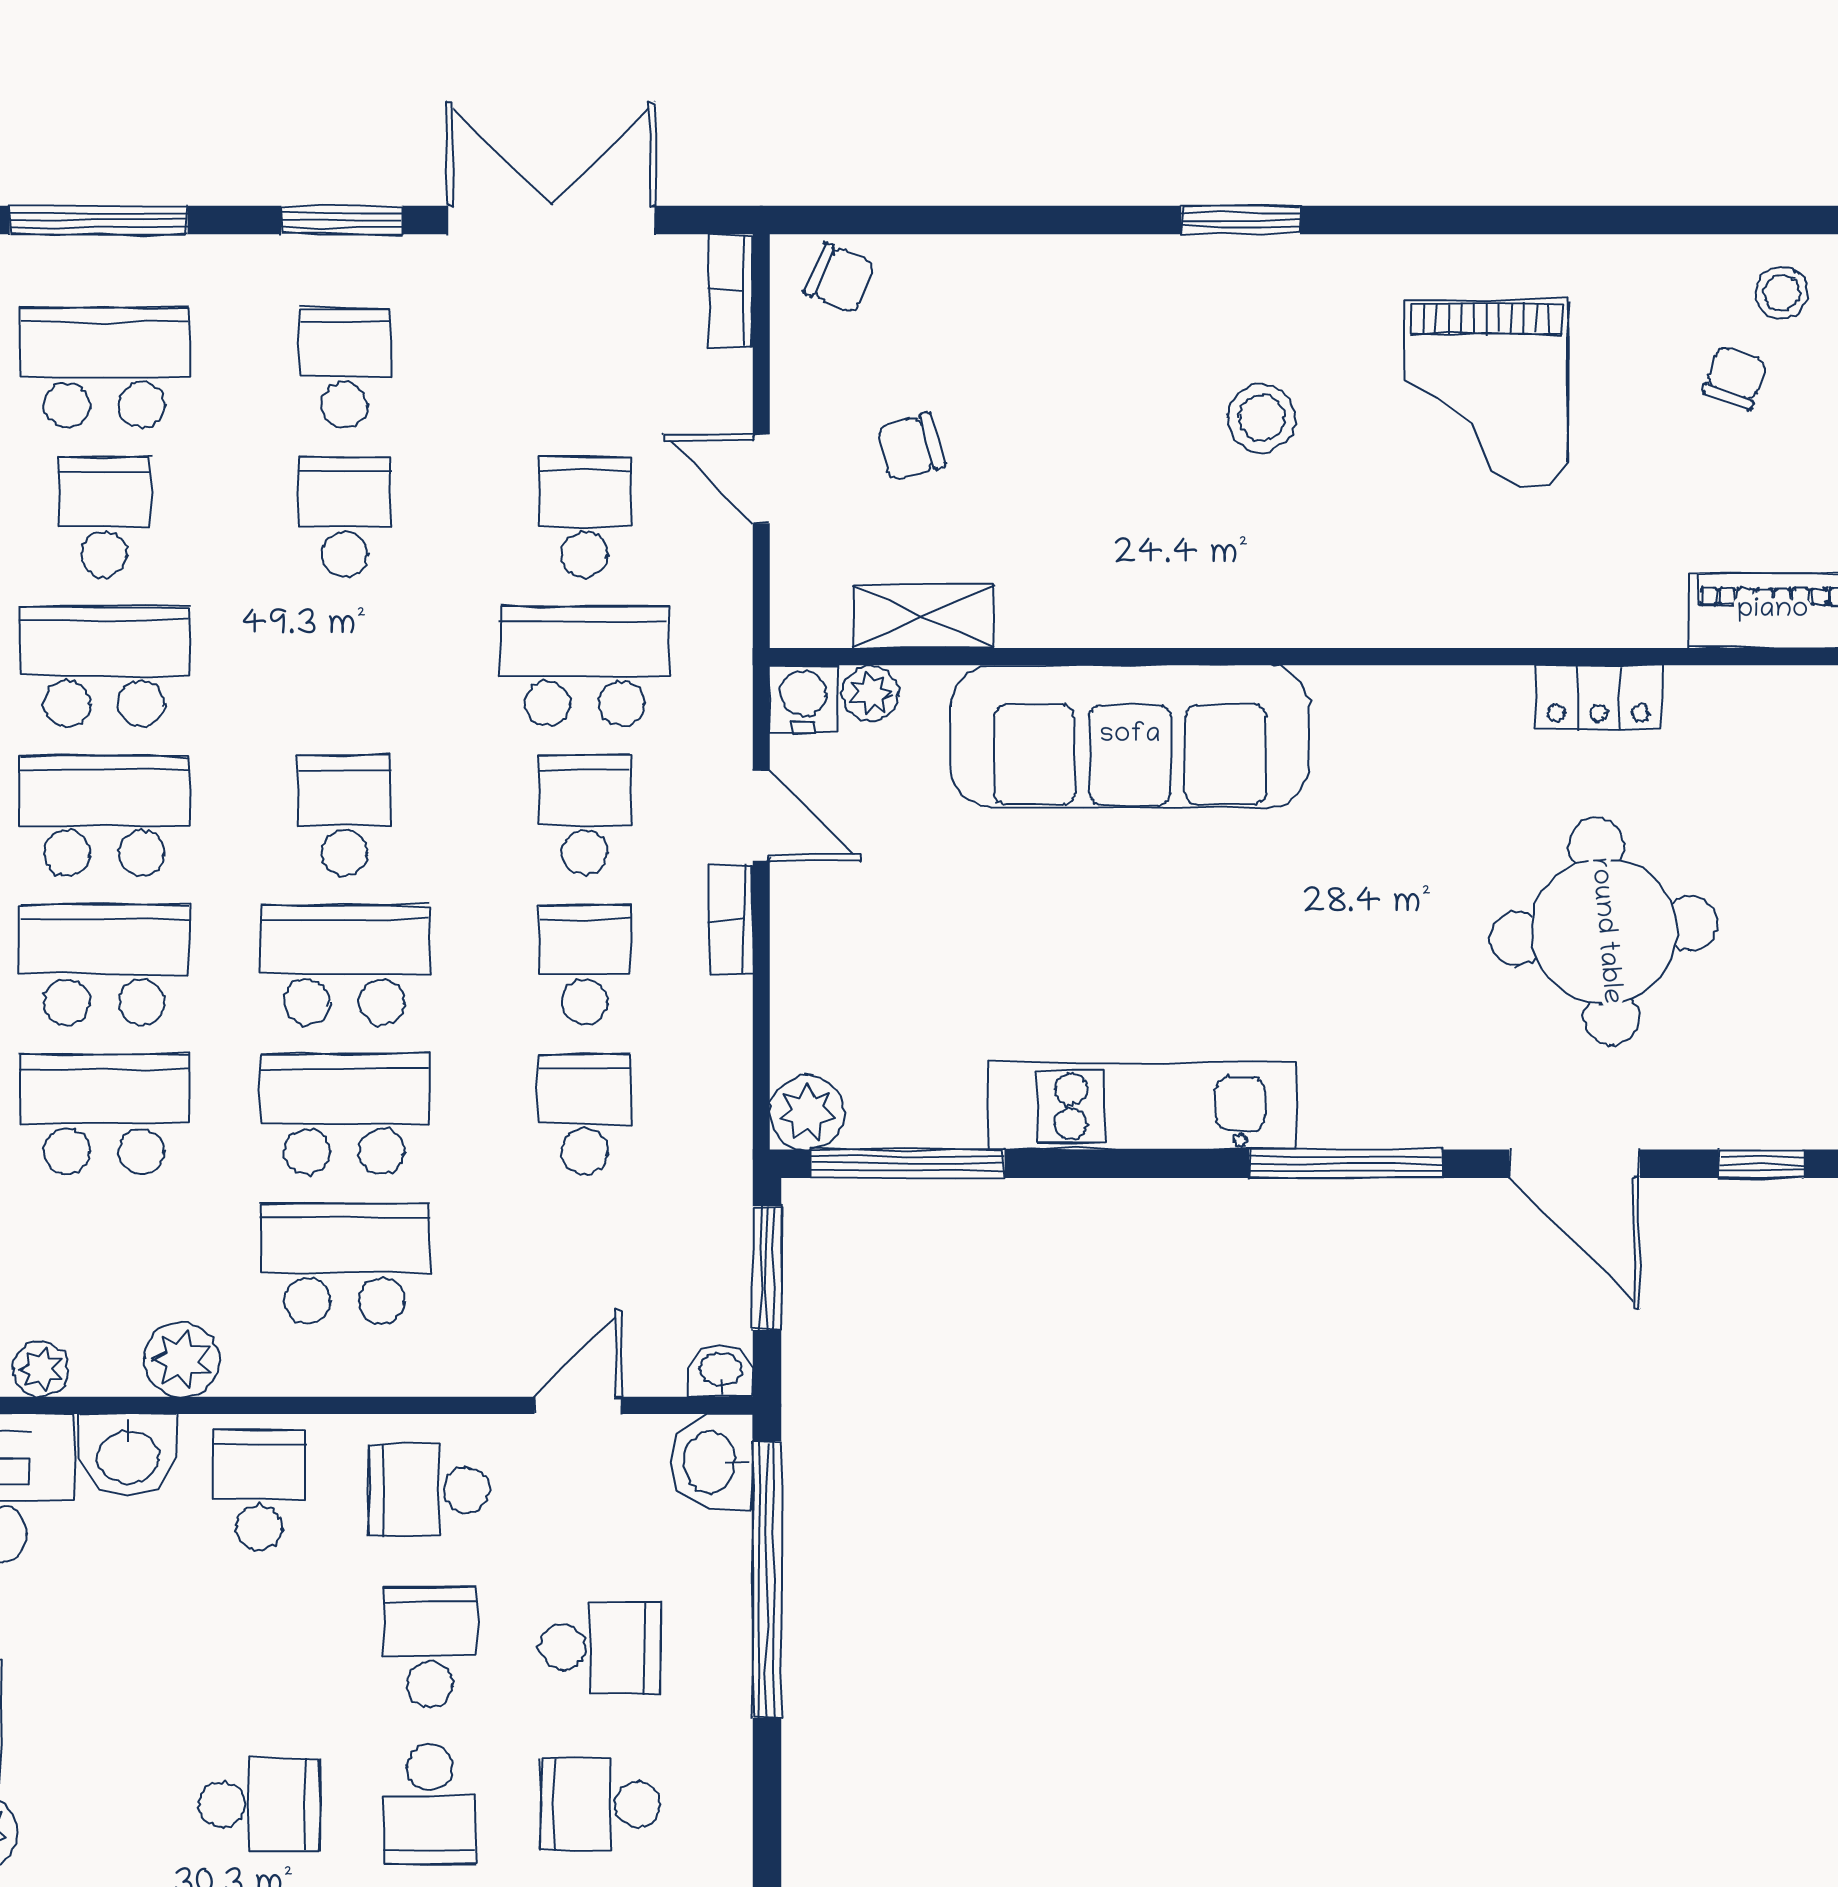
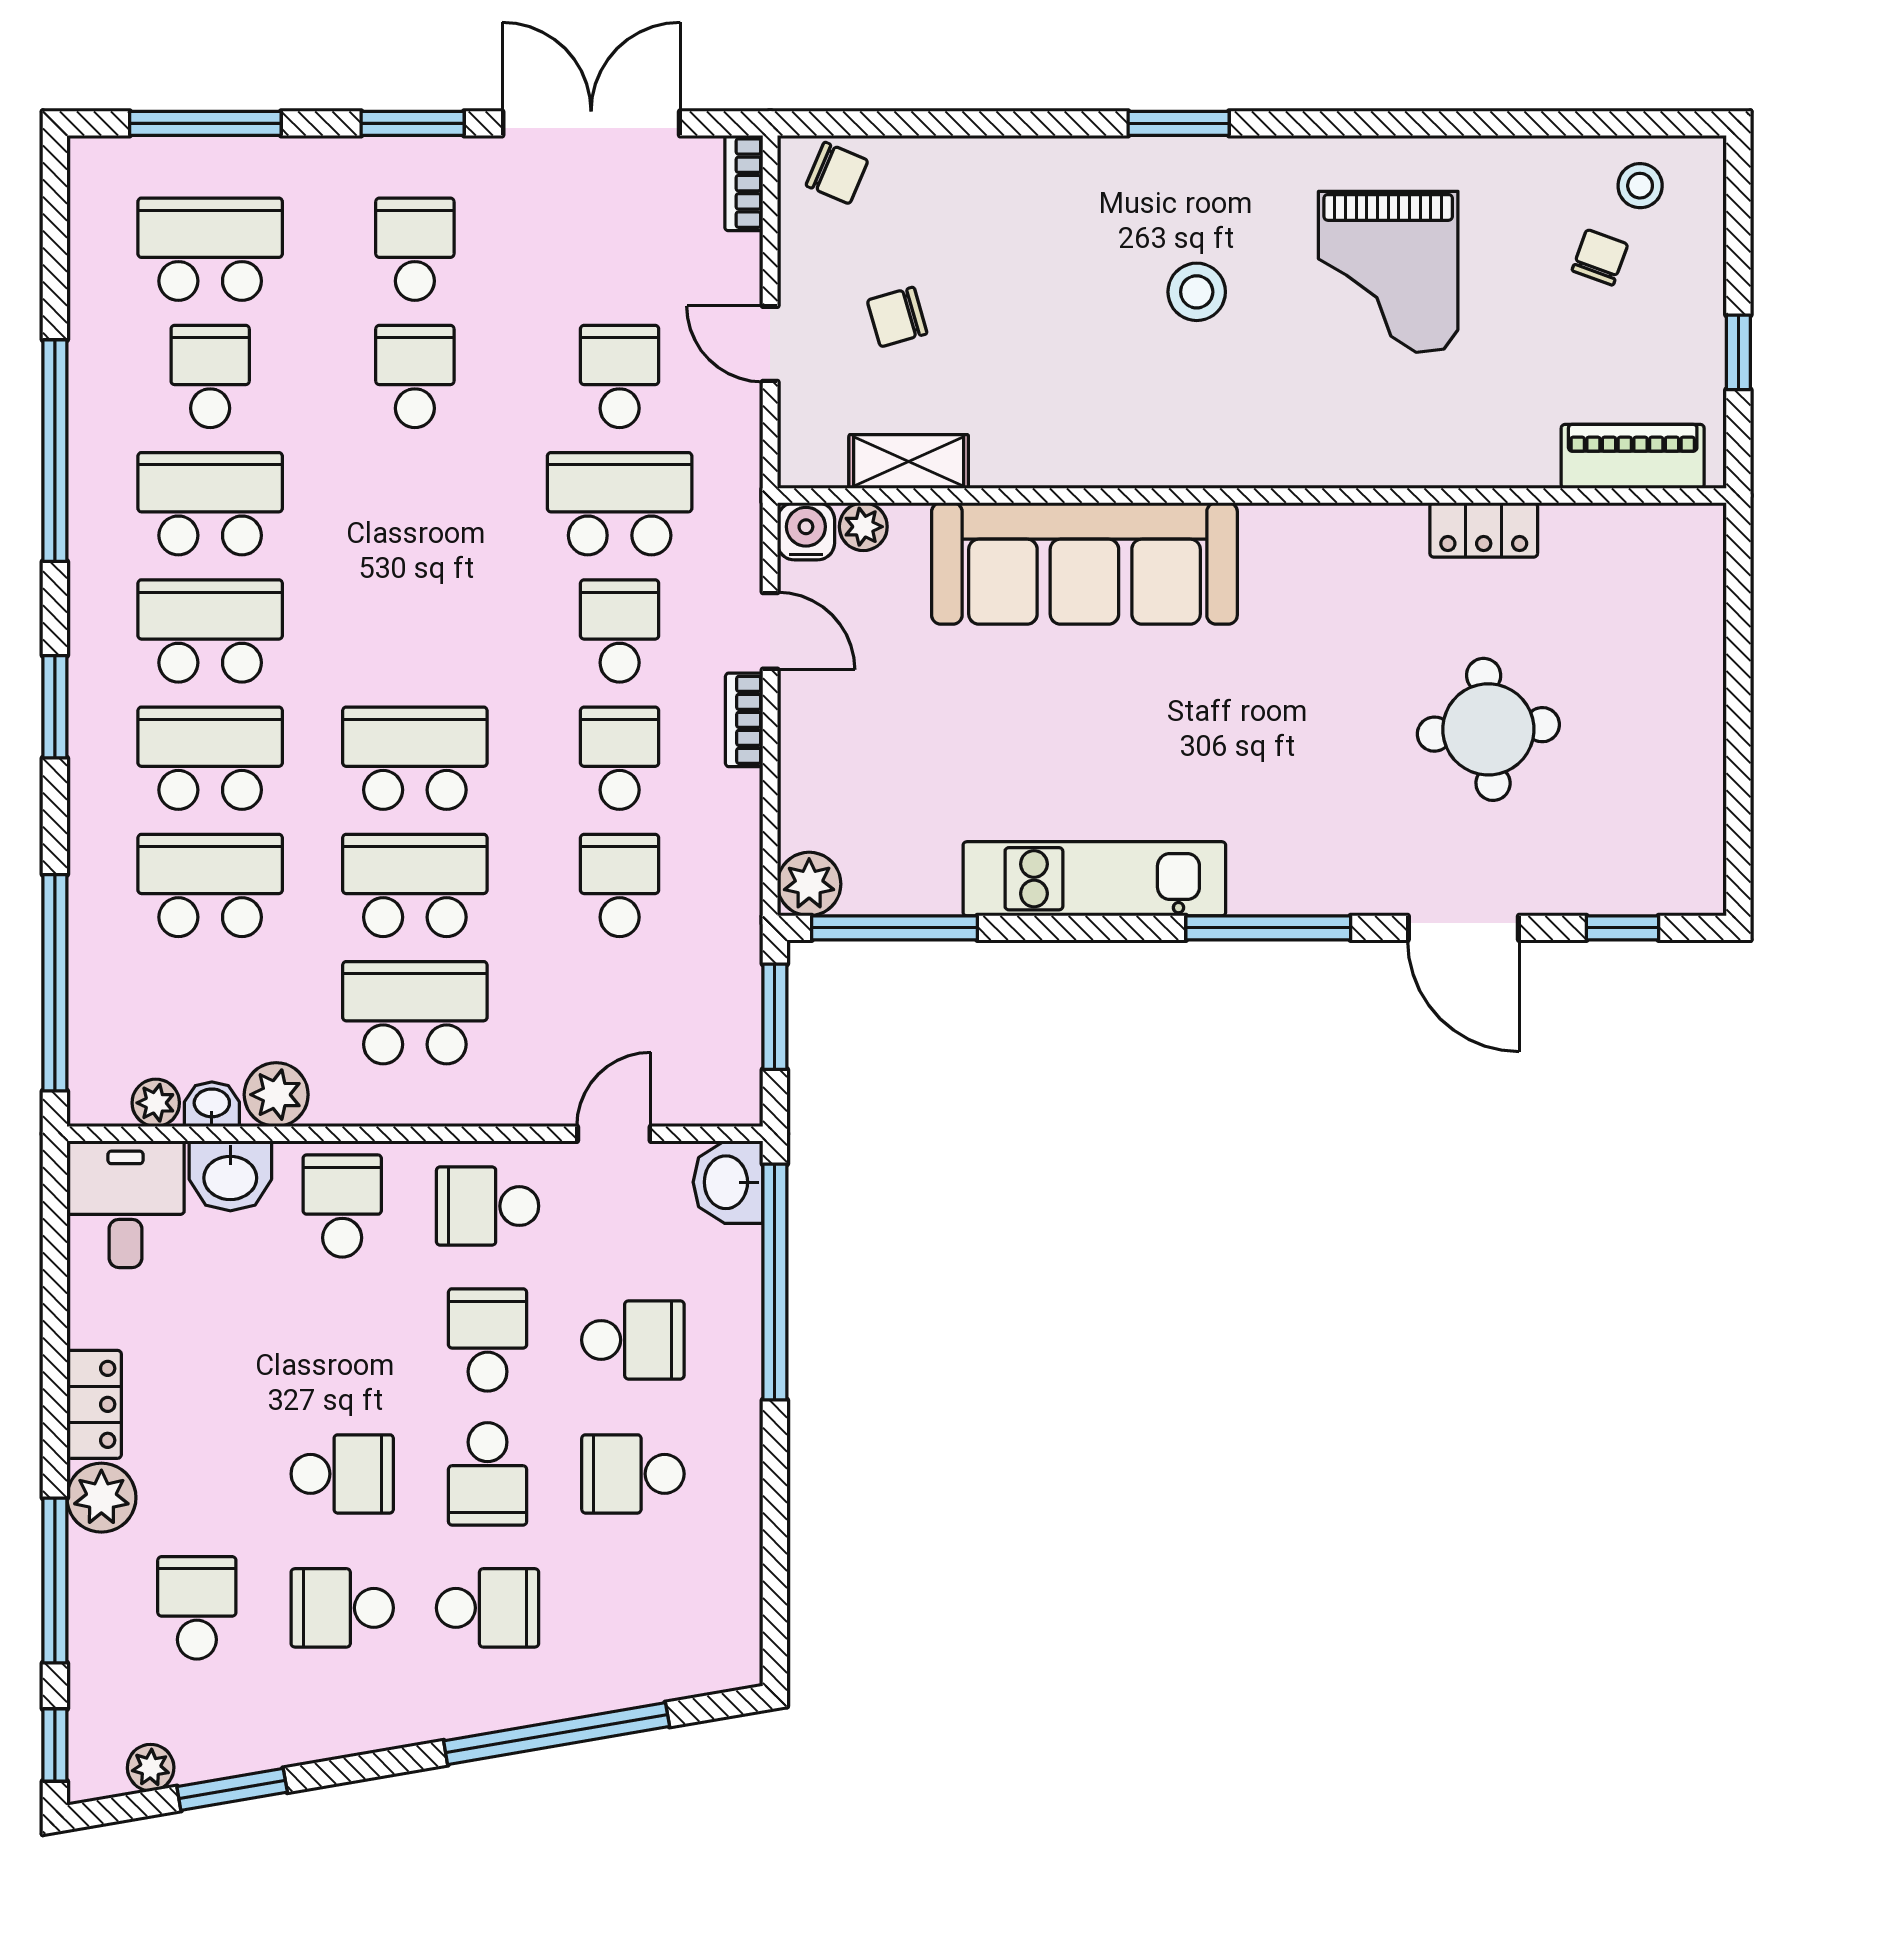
school desk: (344, 816) -> (415, 631), removed
round table: (1604, 931) -> (1488, 729), width x0.73, depth x0.73
washbasin: (720, 1371) -> (212, 1104), moved

